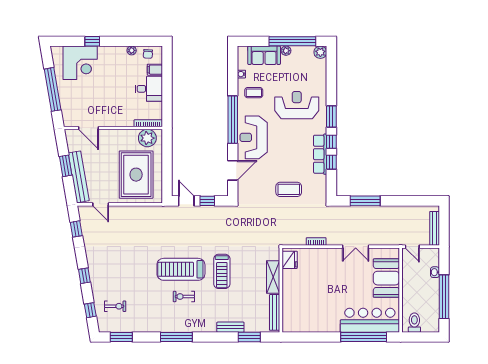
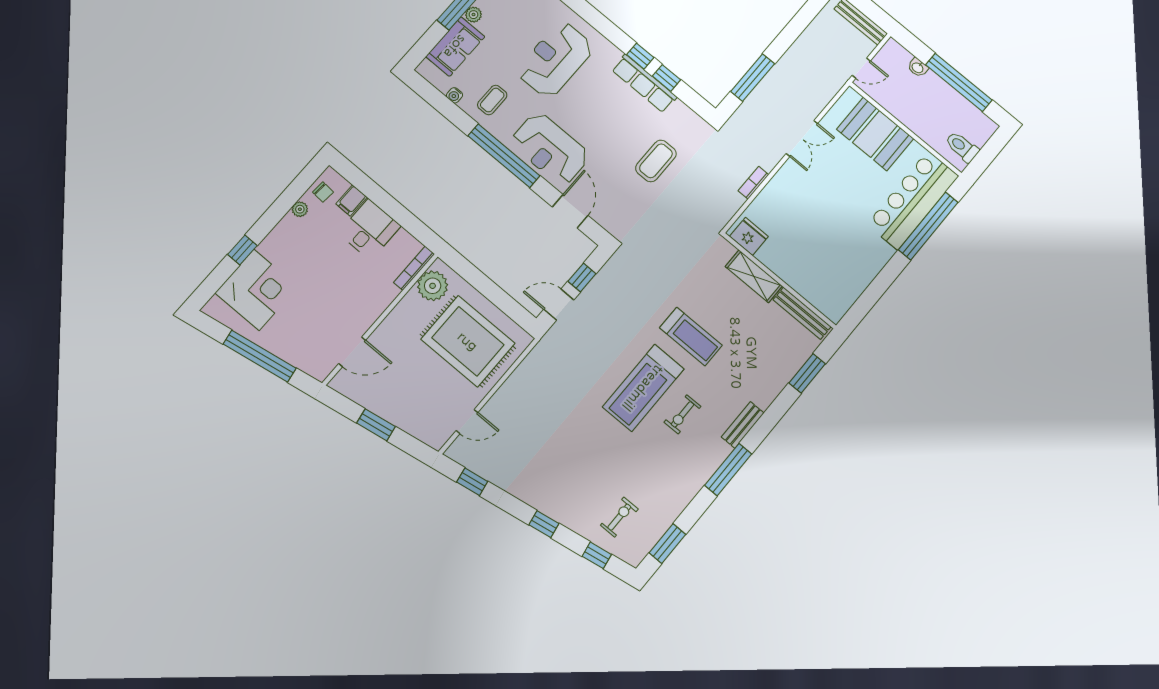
window: (331, 117) -> (608, 29), removed
bench: (79, 177) -> (406, 420), removed
bench: (230, 327) -> (743, 425), moved

